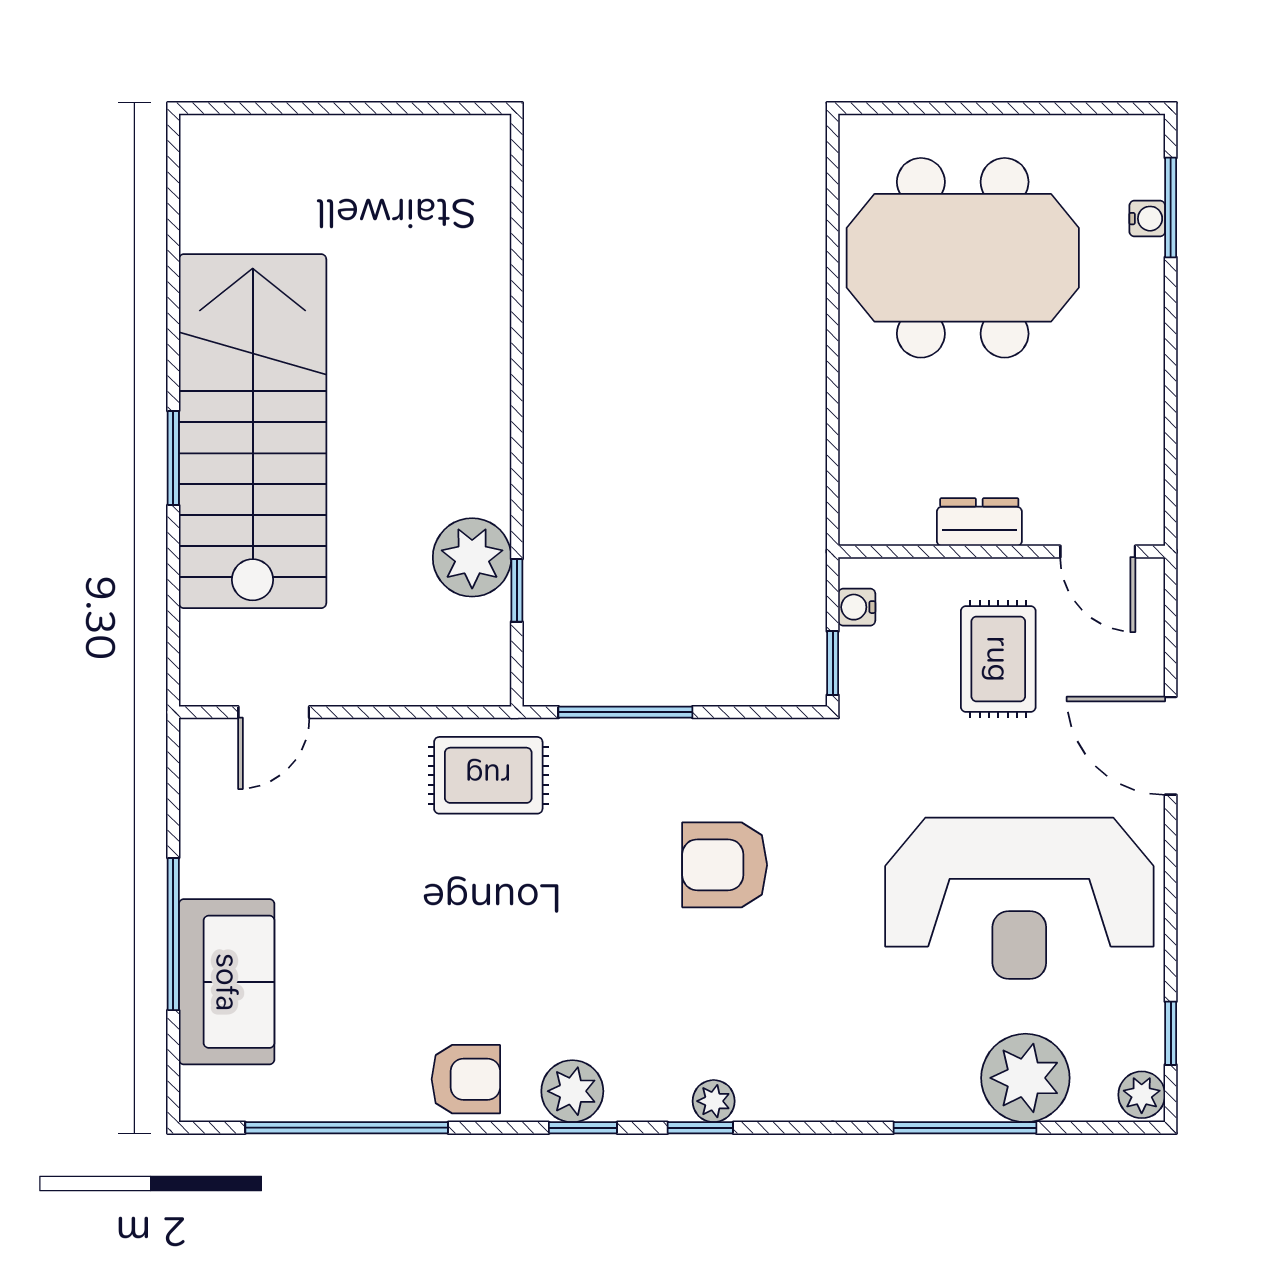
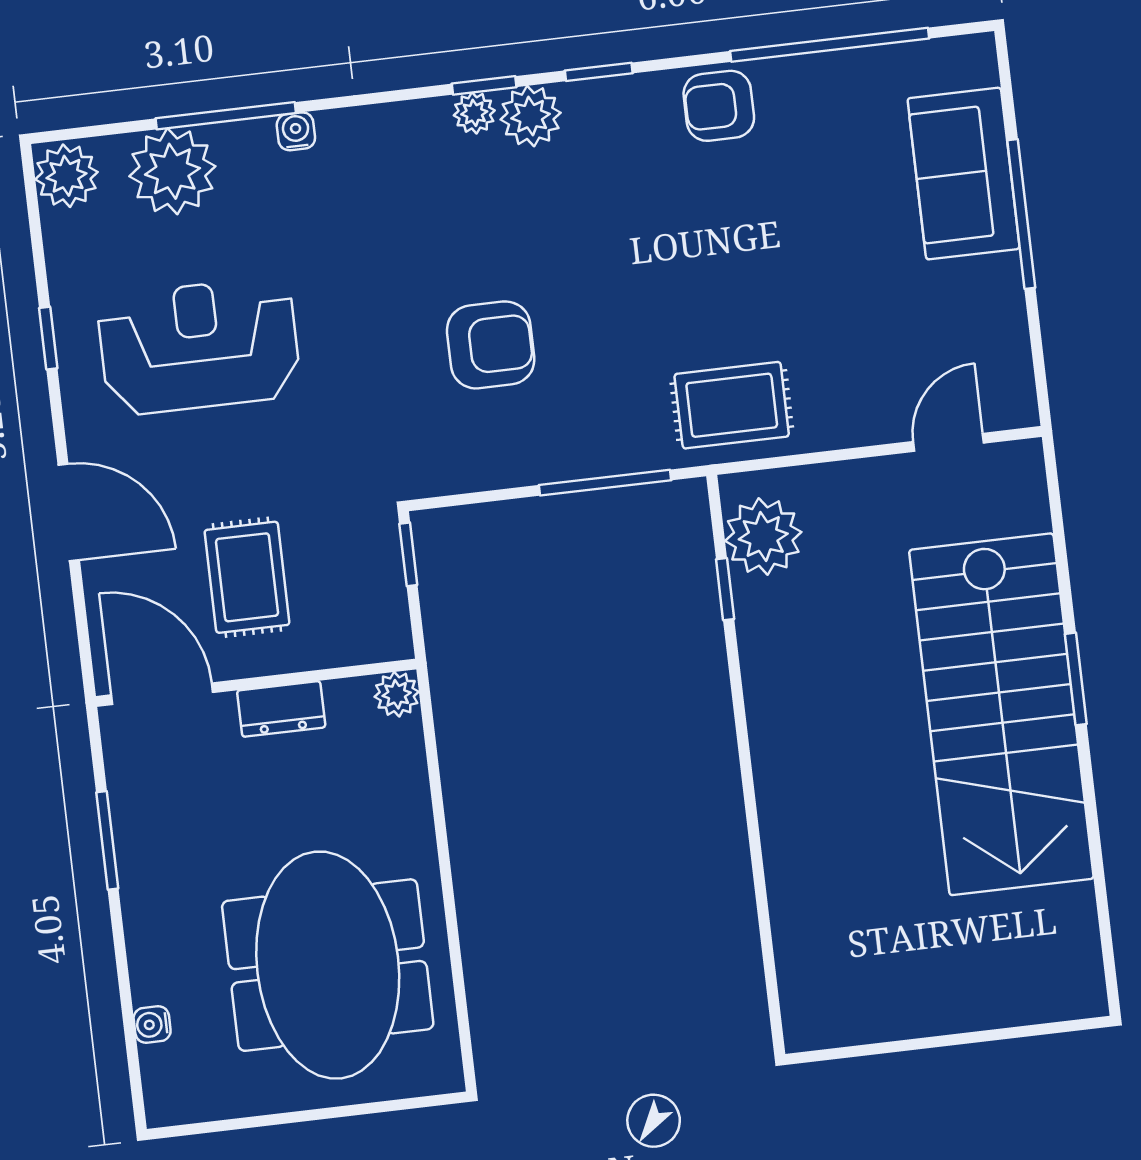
window: (1171, 207) -> (107, 840), moved
meeting table: (963, 258) -> (328, 965), turned 90
plant: (861, 523) -> (397, 694), added
door: (1098, 551) -> (162, 694), width x1.38
plant: (472, 557) -> (763, 536), moved
water cooler: (857, 607) -> (296, 131), moved, turned -90
reception desk: (1019, 898) -> (199, 346), width x0.74, depth x0.77
window: (1171, 1033) -> (48, 338), moved
plant: (572, 1091) -> (531, 116), moved
plant: (1142, 1095) -> (66, 176), width x1.38, depth x1.38

